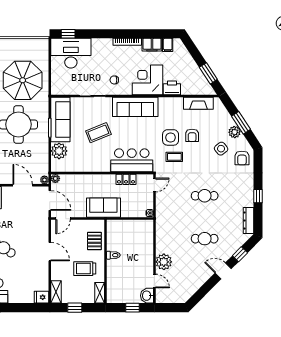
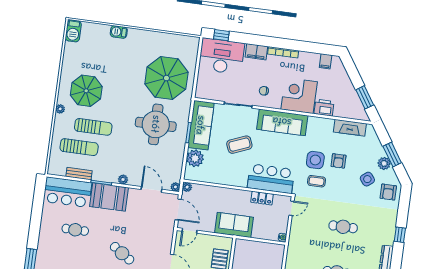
filing cabinet: (152, 45) -> (256, 52), moved

